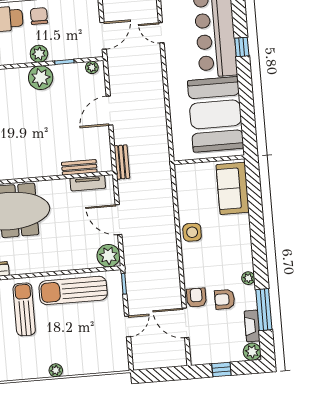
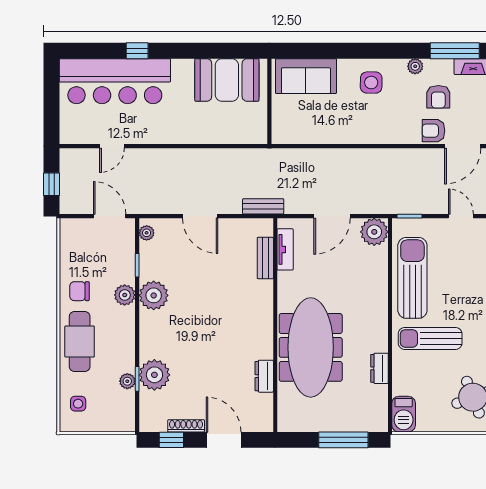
booth: (216, 114) -> (227, 80), width x0.73, depth x0.70
side table: (192, 232) -> (371, 83), moved
sun lounger: (73, 290) -> (412, 278), turned 180

